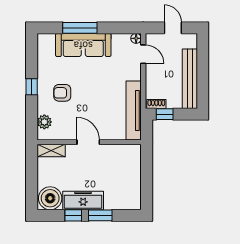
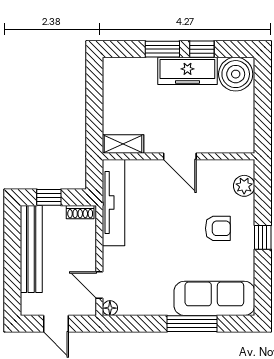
sofa: (83, 45) -> (214, 298), moved
window: (165, 114) -> (49, 197), moved
shelving: (51, 150) -> (123, 144), moved

